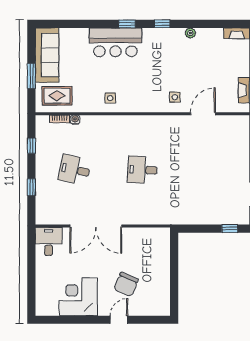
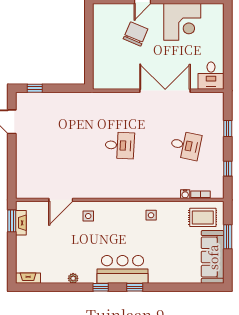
bar counter: (115, 42) -> (123, 269), moved

